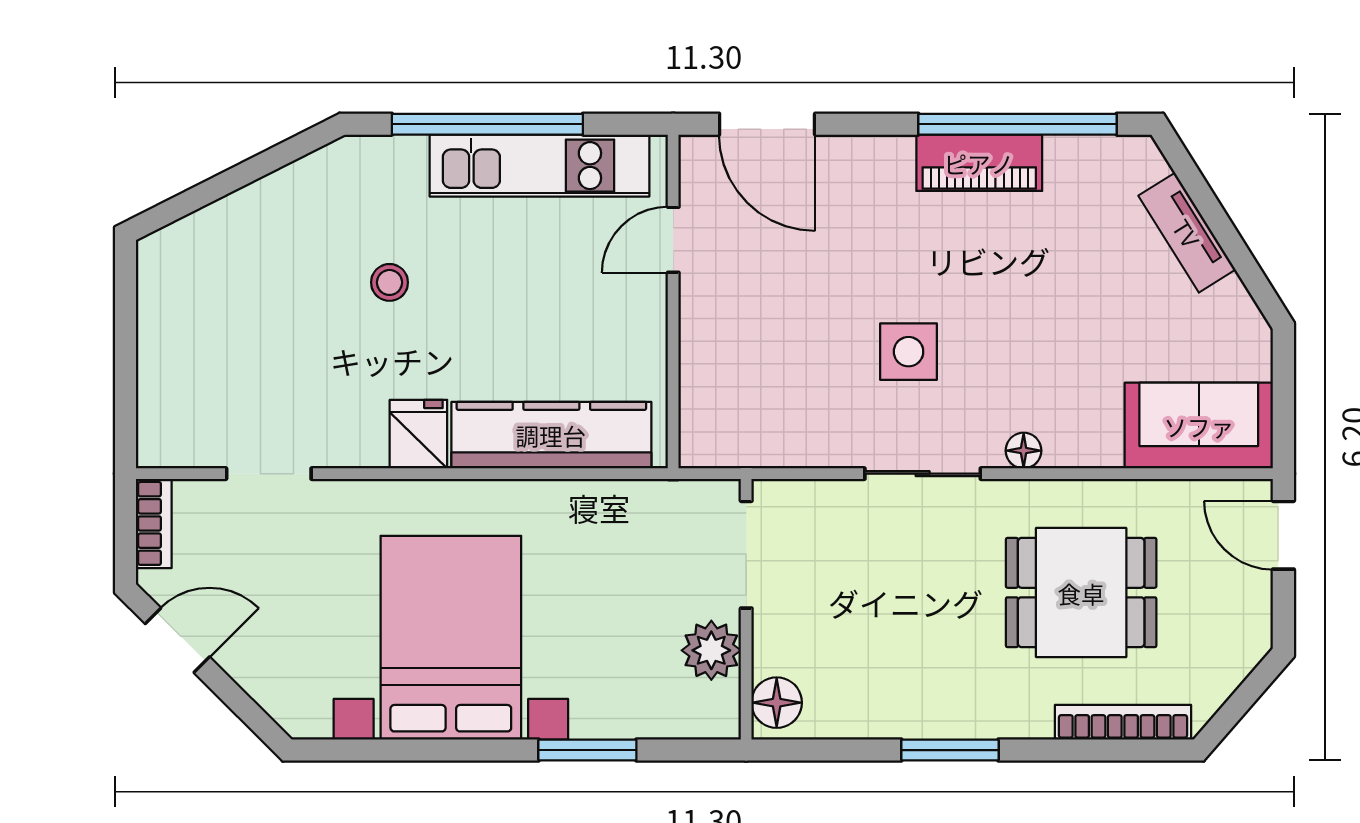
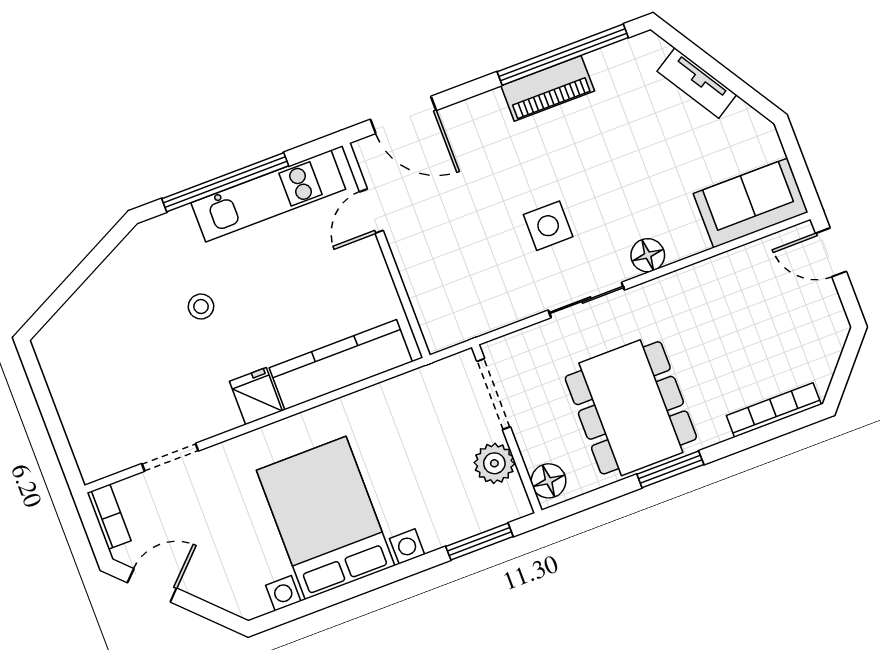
floor lamp: (1024, 451) -> (648, 255), width x1.37, depth x1.37
dining table: (1081, 593) -> (631, 408), moved, width x1.38
window: (587, 750) -> (479, 542), moved

